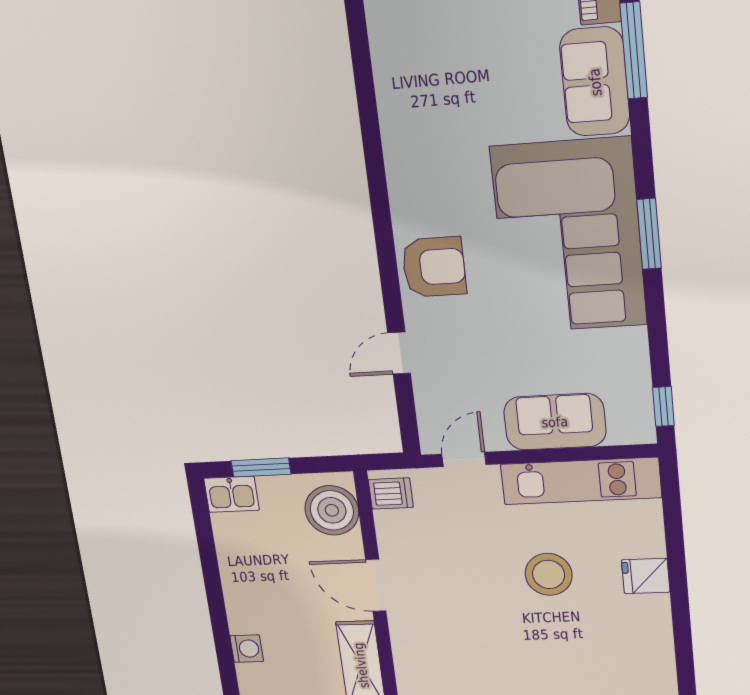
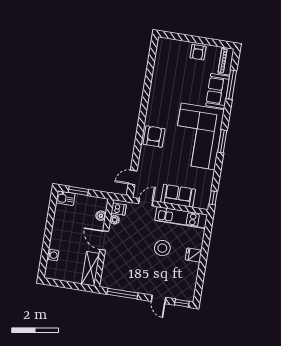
armchair: (434, 267) -> (154, 137), turned -90
door: (399, 353) -> (133, 177), moved
boiler: (332, 510) -> (101, 216), width x0.54, depth x0.54
plant: (389, 524) -> (115, 220), added

